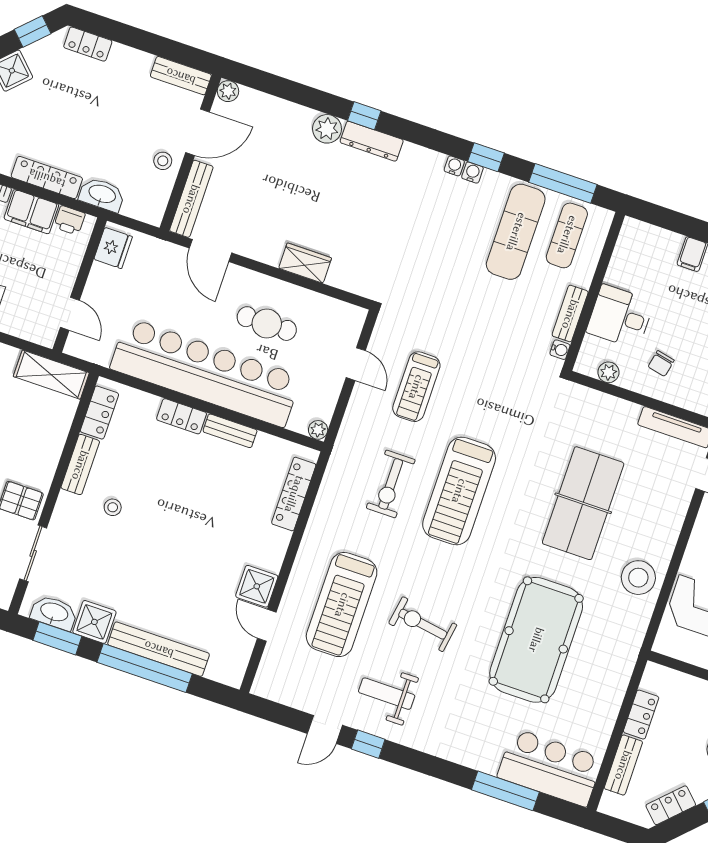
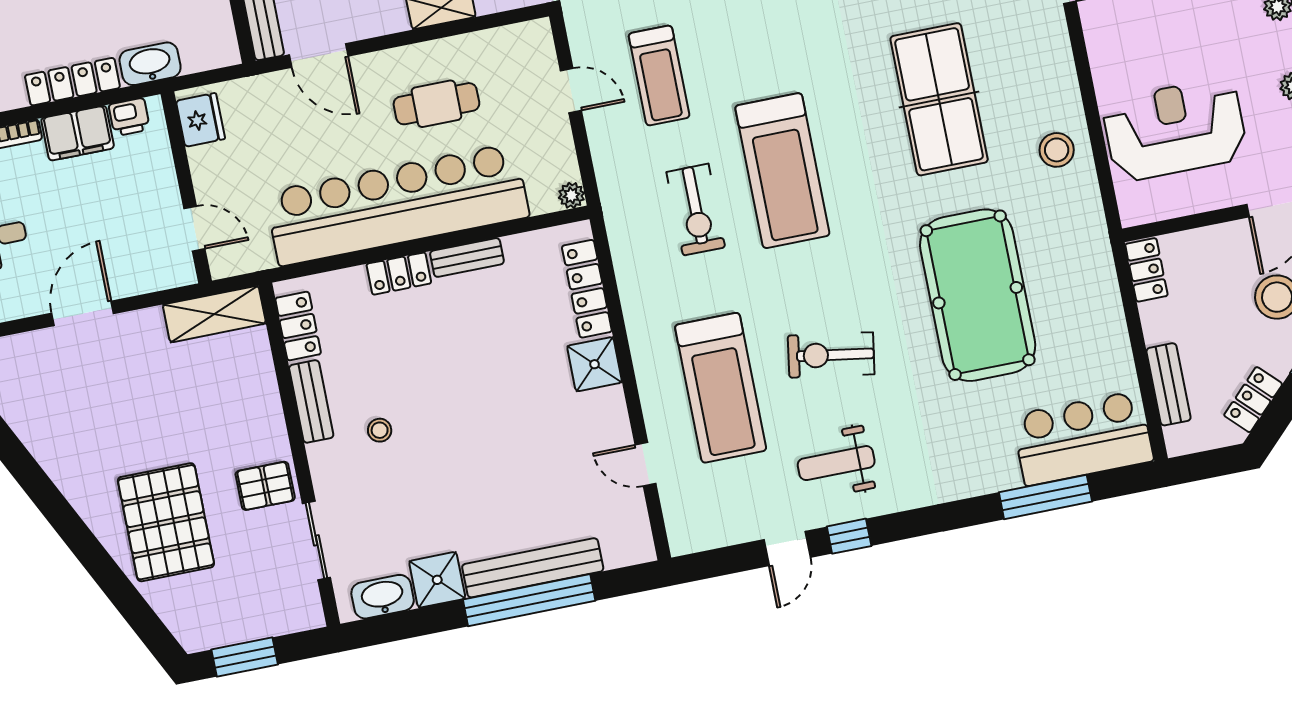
stool: (638, 578) -> (1057, 150), width x0.73, depth x0.73
shower: (257, 586) -> (595, 364), moved
window: (57, 638) -> (404, 625), removed
locker: (641, 715) -> (1146, 270), moved

